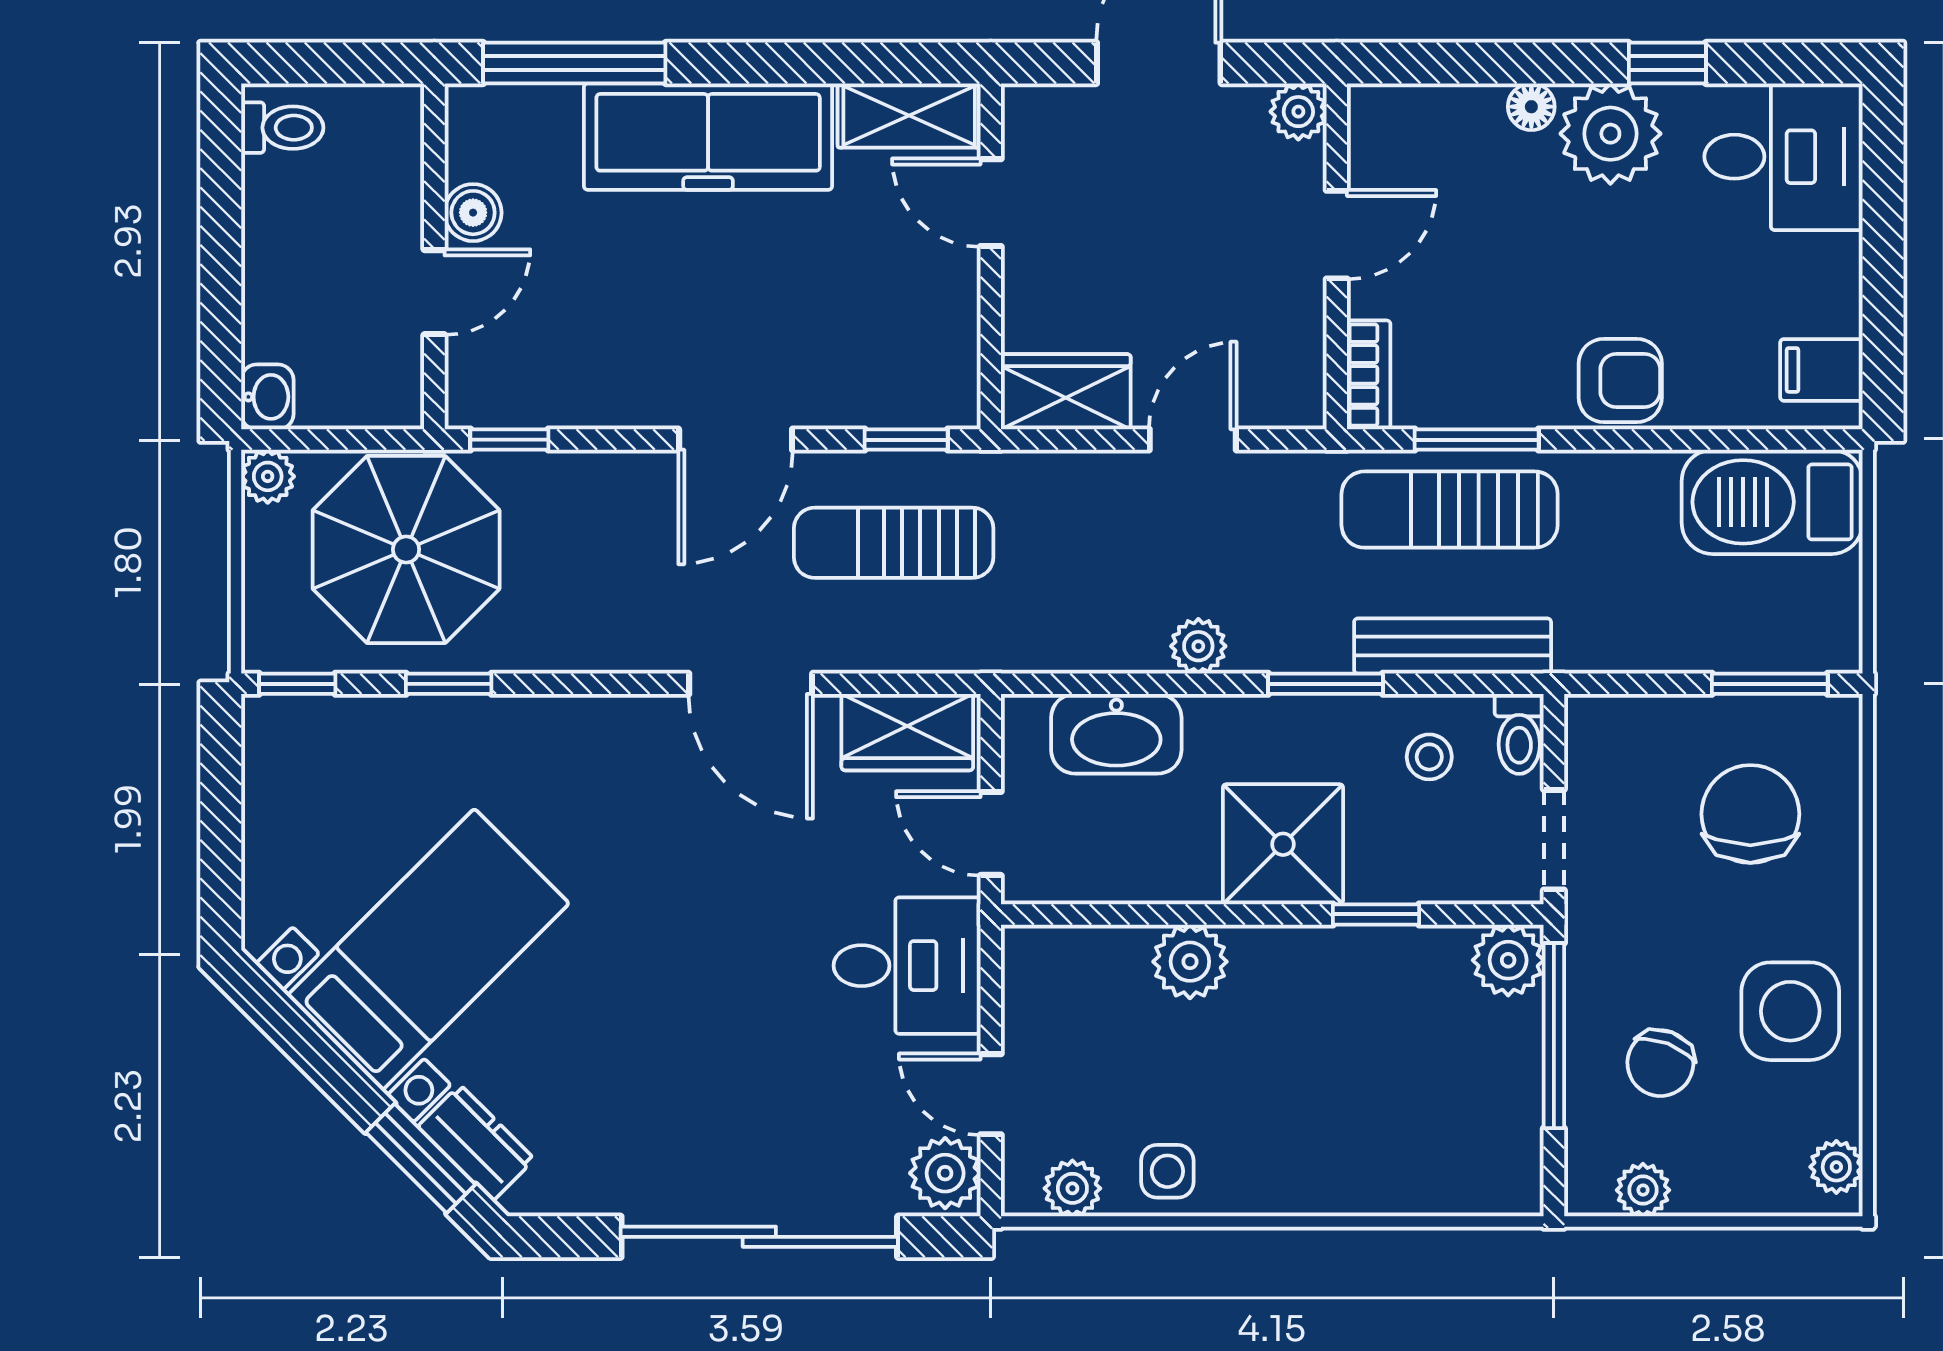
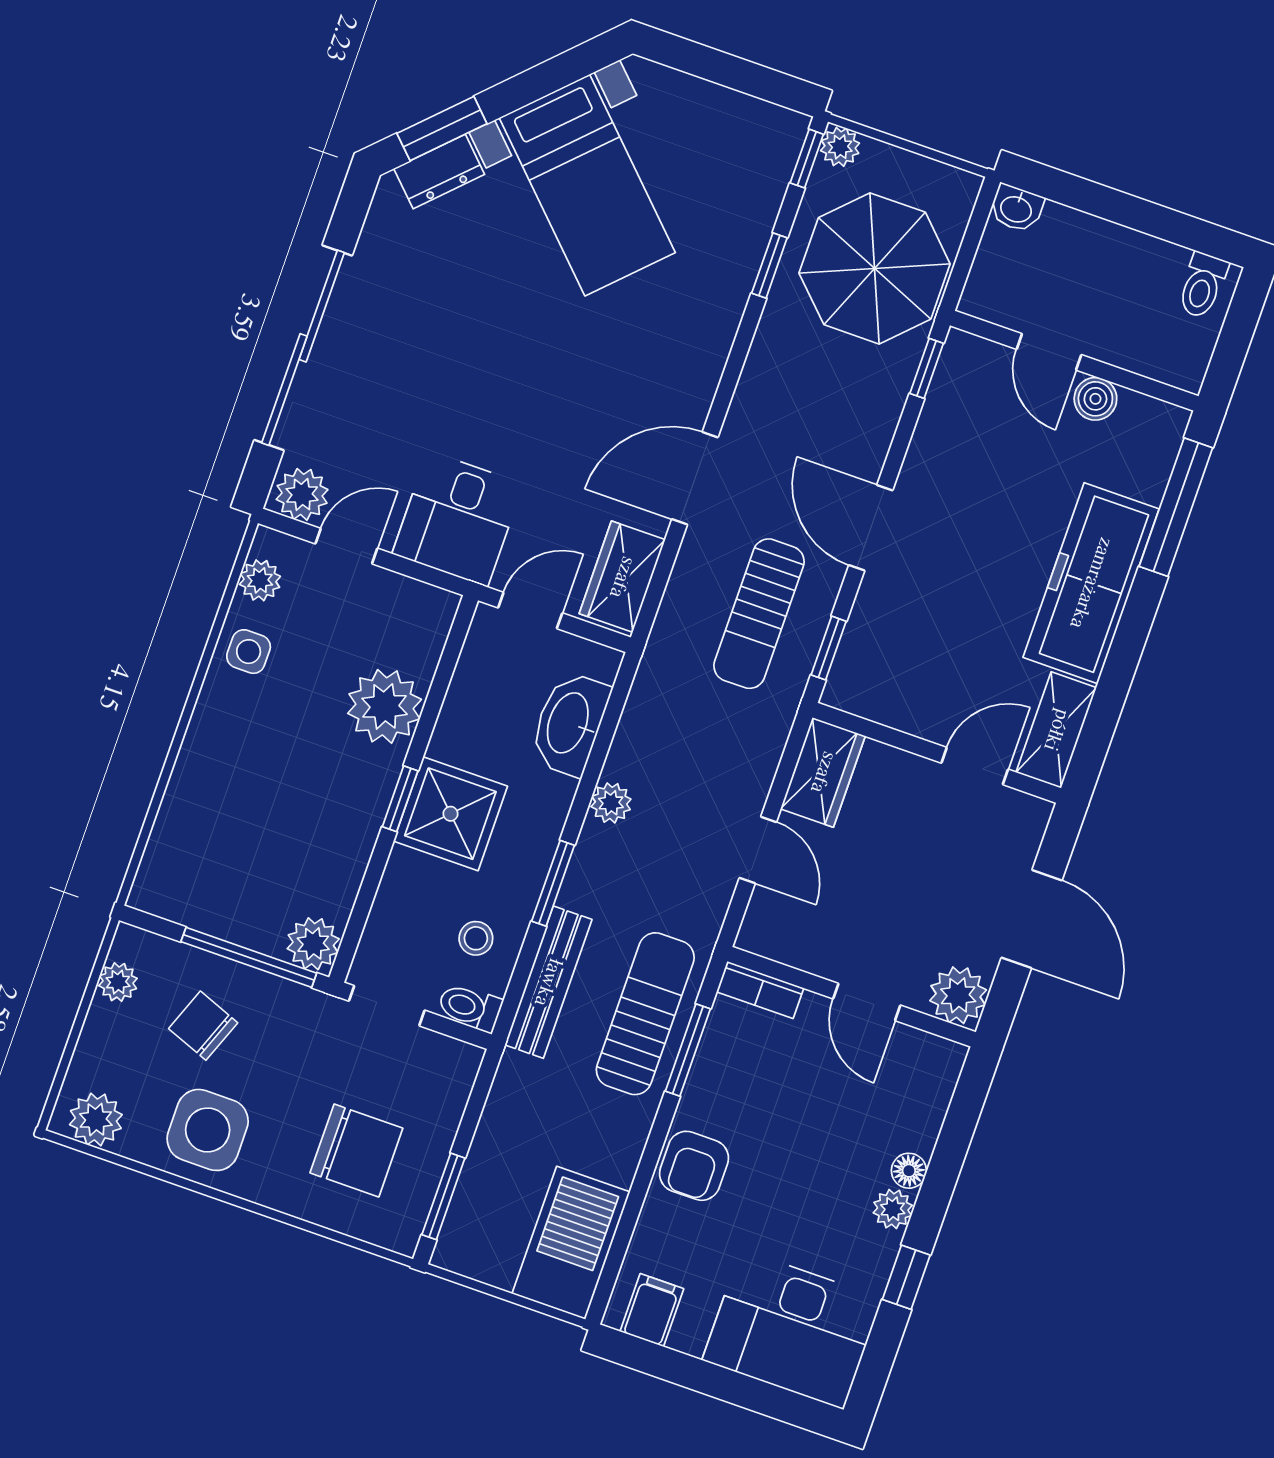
plant: (1298, 112) -> (958, 995), width x1.38, depth x1.38
plant: (1610, 134) -> (893, 1209), width x0.53, depth x0.53
desk: (1783, 157) -> (792, 1329), width x1.37
plant: (268, 476) -> (840, 147), moved
sun lounger: (894, 543) -> (759, 614), turned 180
window: (1376, 914) -> (400, 799), moved
plant: (1190, 962) -> (385, 706), width x1.36, depth x1.36
plant: (1836, 1167) -> (96, 1120), width x1.38, depth x1.38

